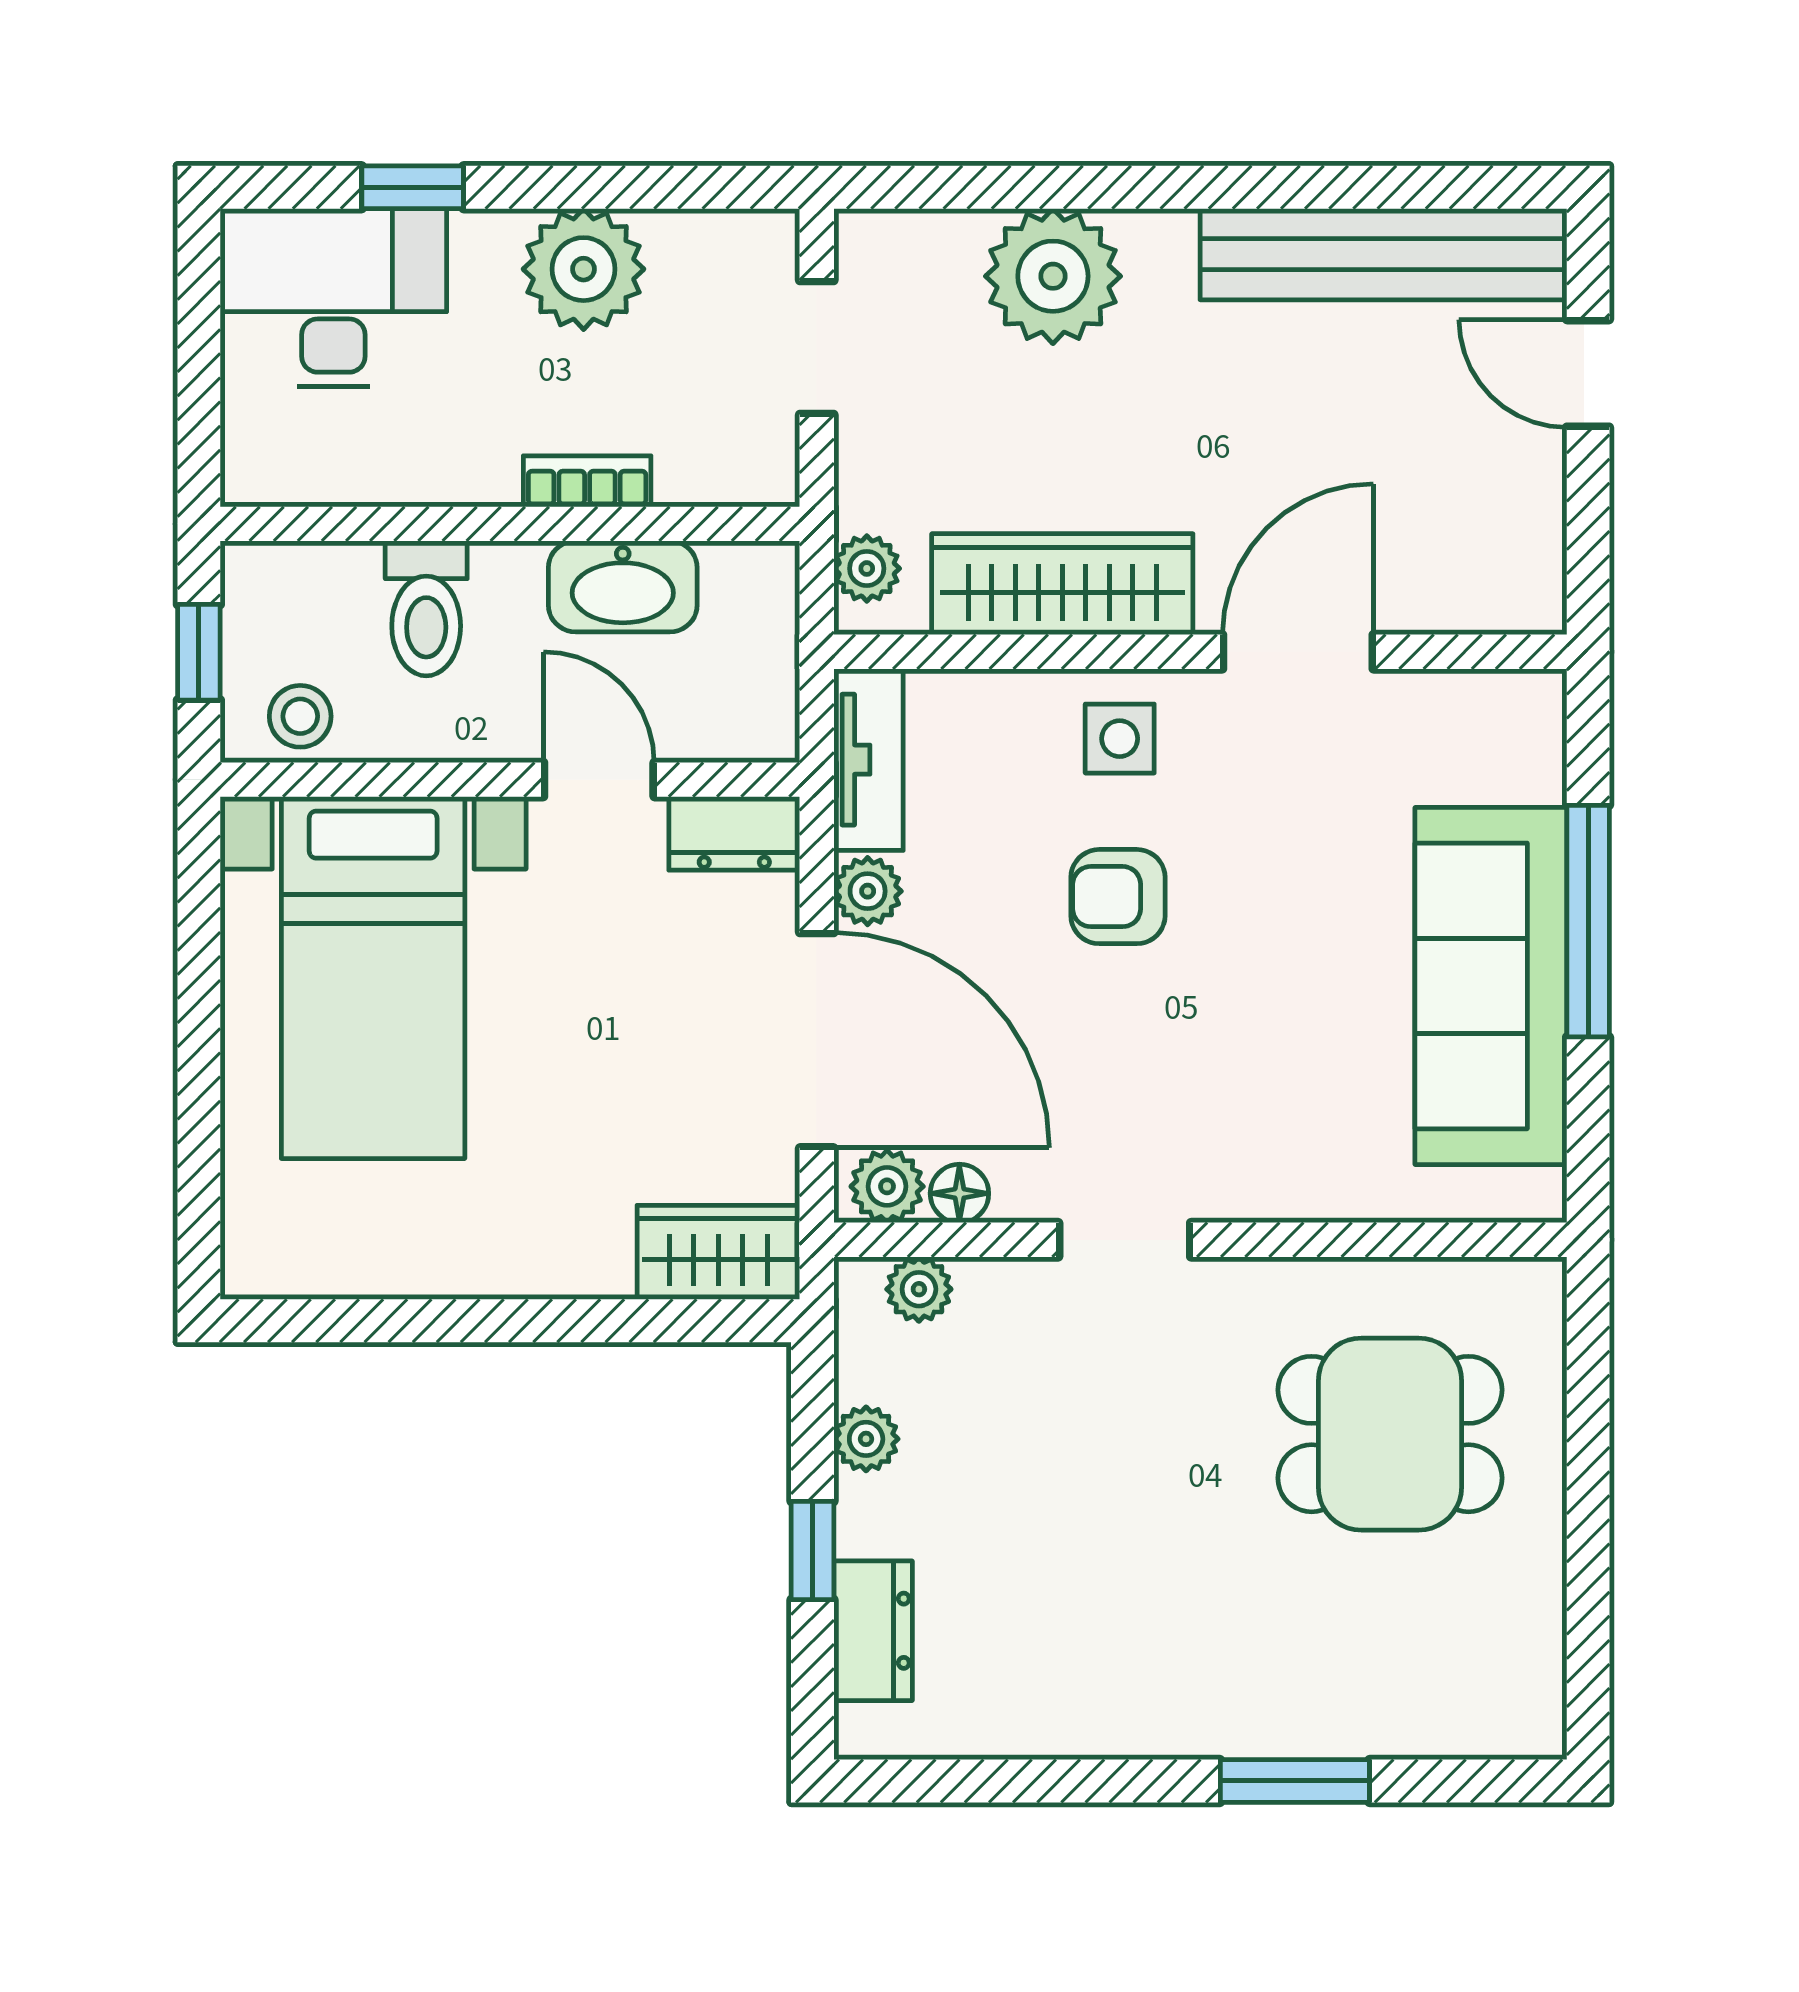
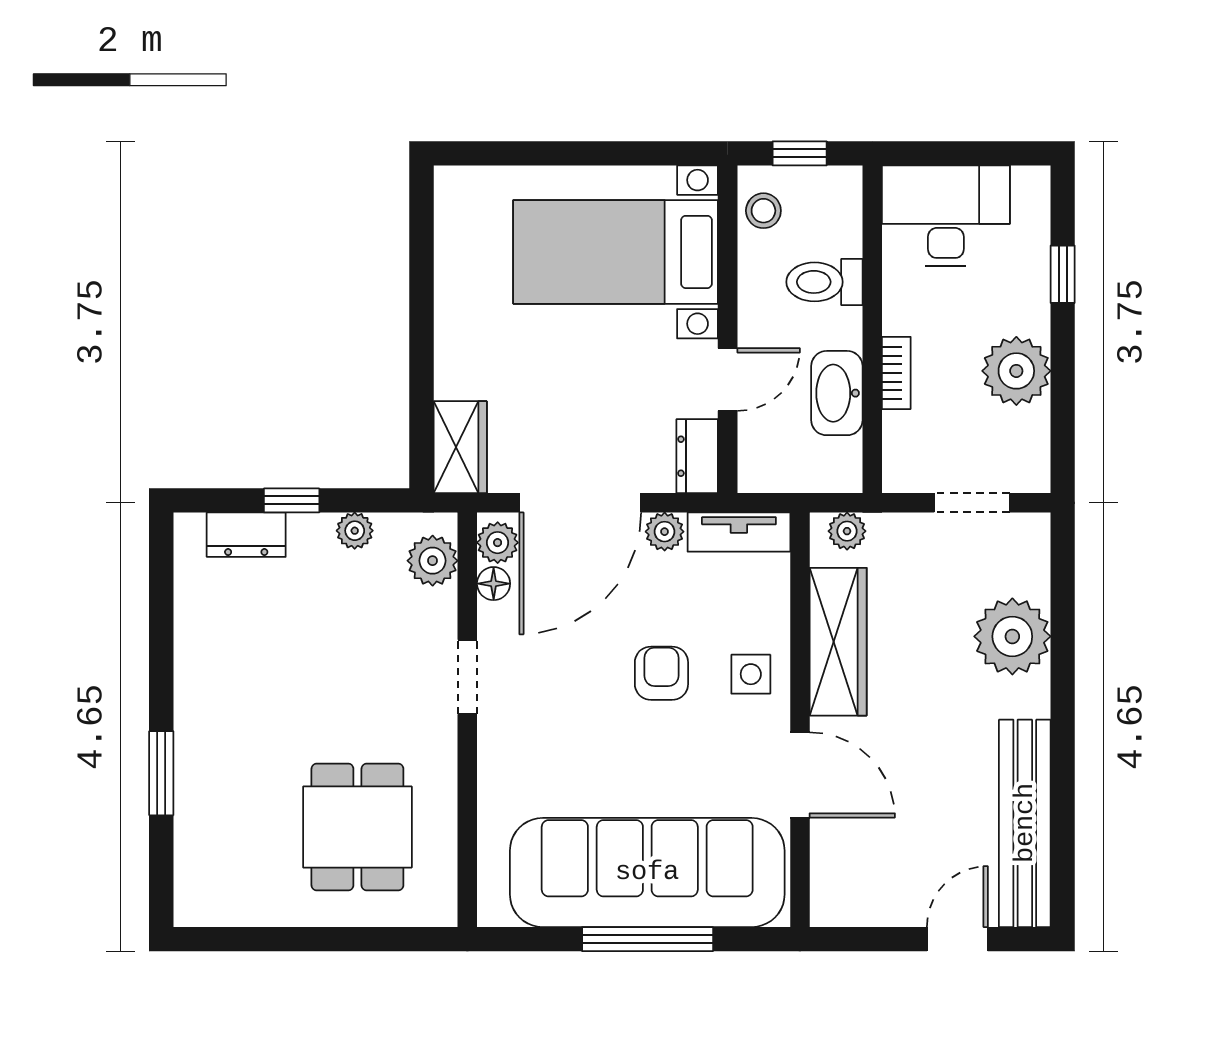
desk: (333, 298) -> (946, 216), moved, turned -90
sofa: (1491, 986) -> (647, 872), width x1.36, depth x1.27
plant: (919, 1289) -> (433, 561), width x1.38, depth x1.38

